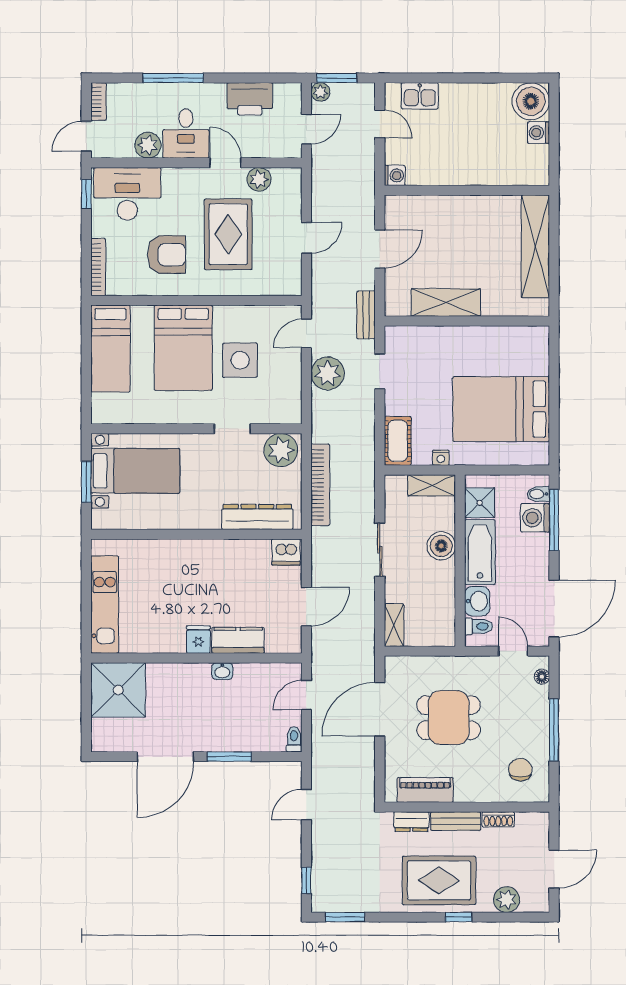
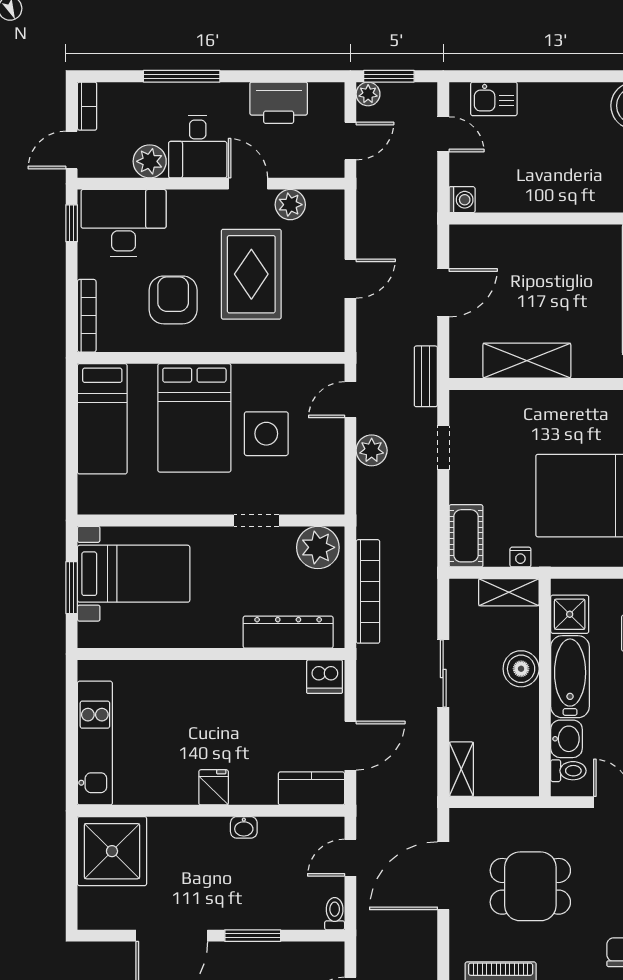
armchair: (166, 255) -> (173, 300), turned -90
plant: (328, 373) -> (372, 450), width x0.73, depth x0.73
kitchen counter: (238, 640) -> (311, 788), moved

